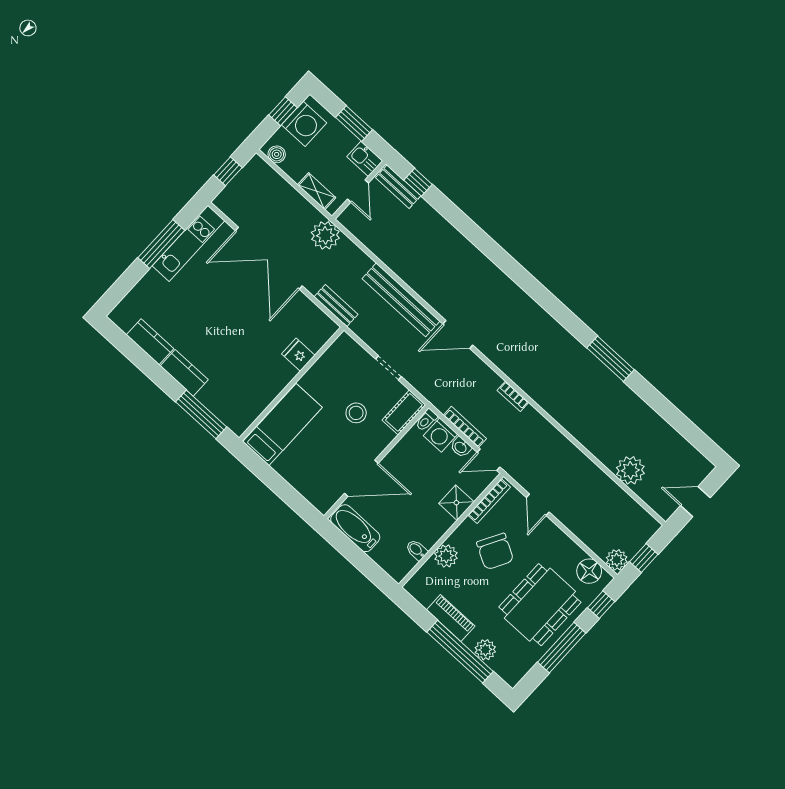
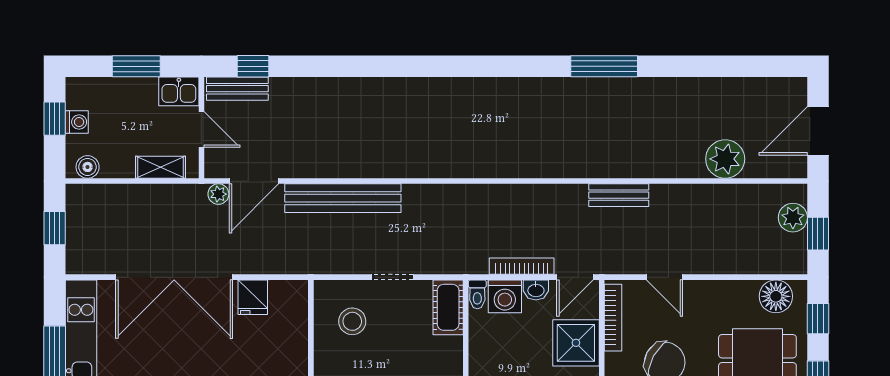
washing machine: (304, 124) -> (77, 122), width x0.53, depth x0.53
plant: (325, 235) -> (218, 194), width x0.53, depth x0.53
bench: (336, 306) -> (619, 195), moved
door: (458, 335) -> (254, 181), moved
fridge: (298, 355) -> (253, 297), moved, turned -90
bookcase: (513, 396) -> (541, 192), removed
stool: (356, 413) -> (352, 321), moved
door: (695, 502) -> (818, 131), width x1.38
shower: (456, 503) -> (576, 343), width x1.36, depth x1.36
plant: (617, 560) -> (793, 218), moved

